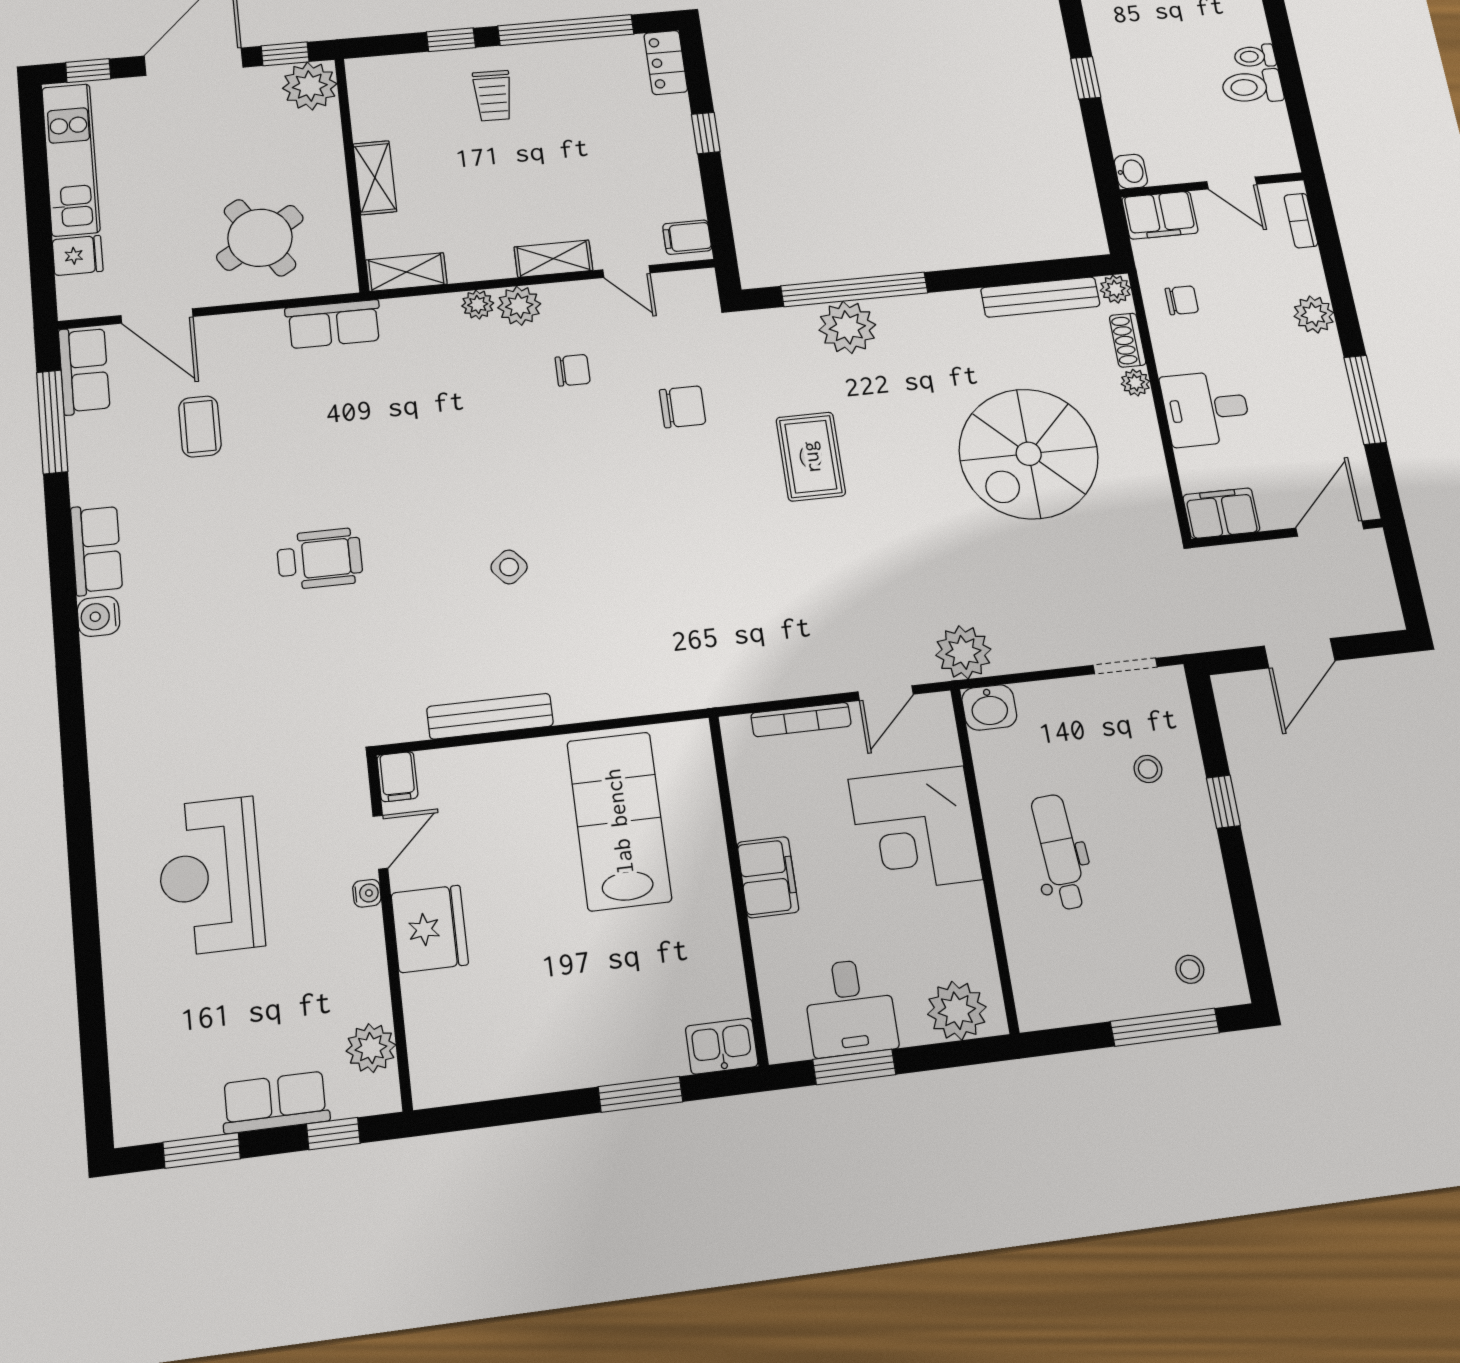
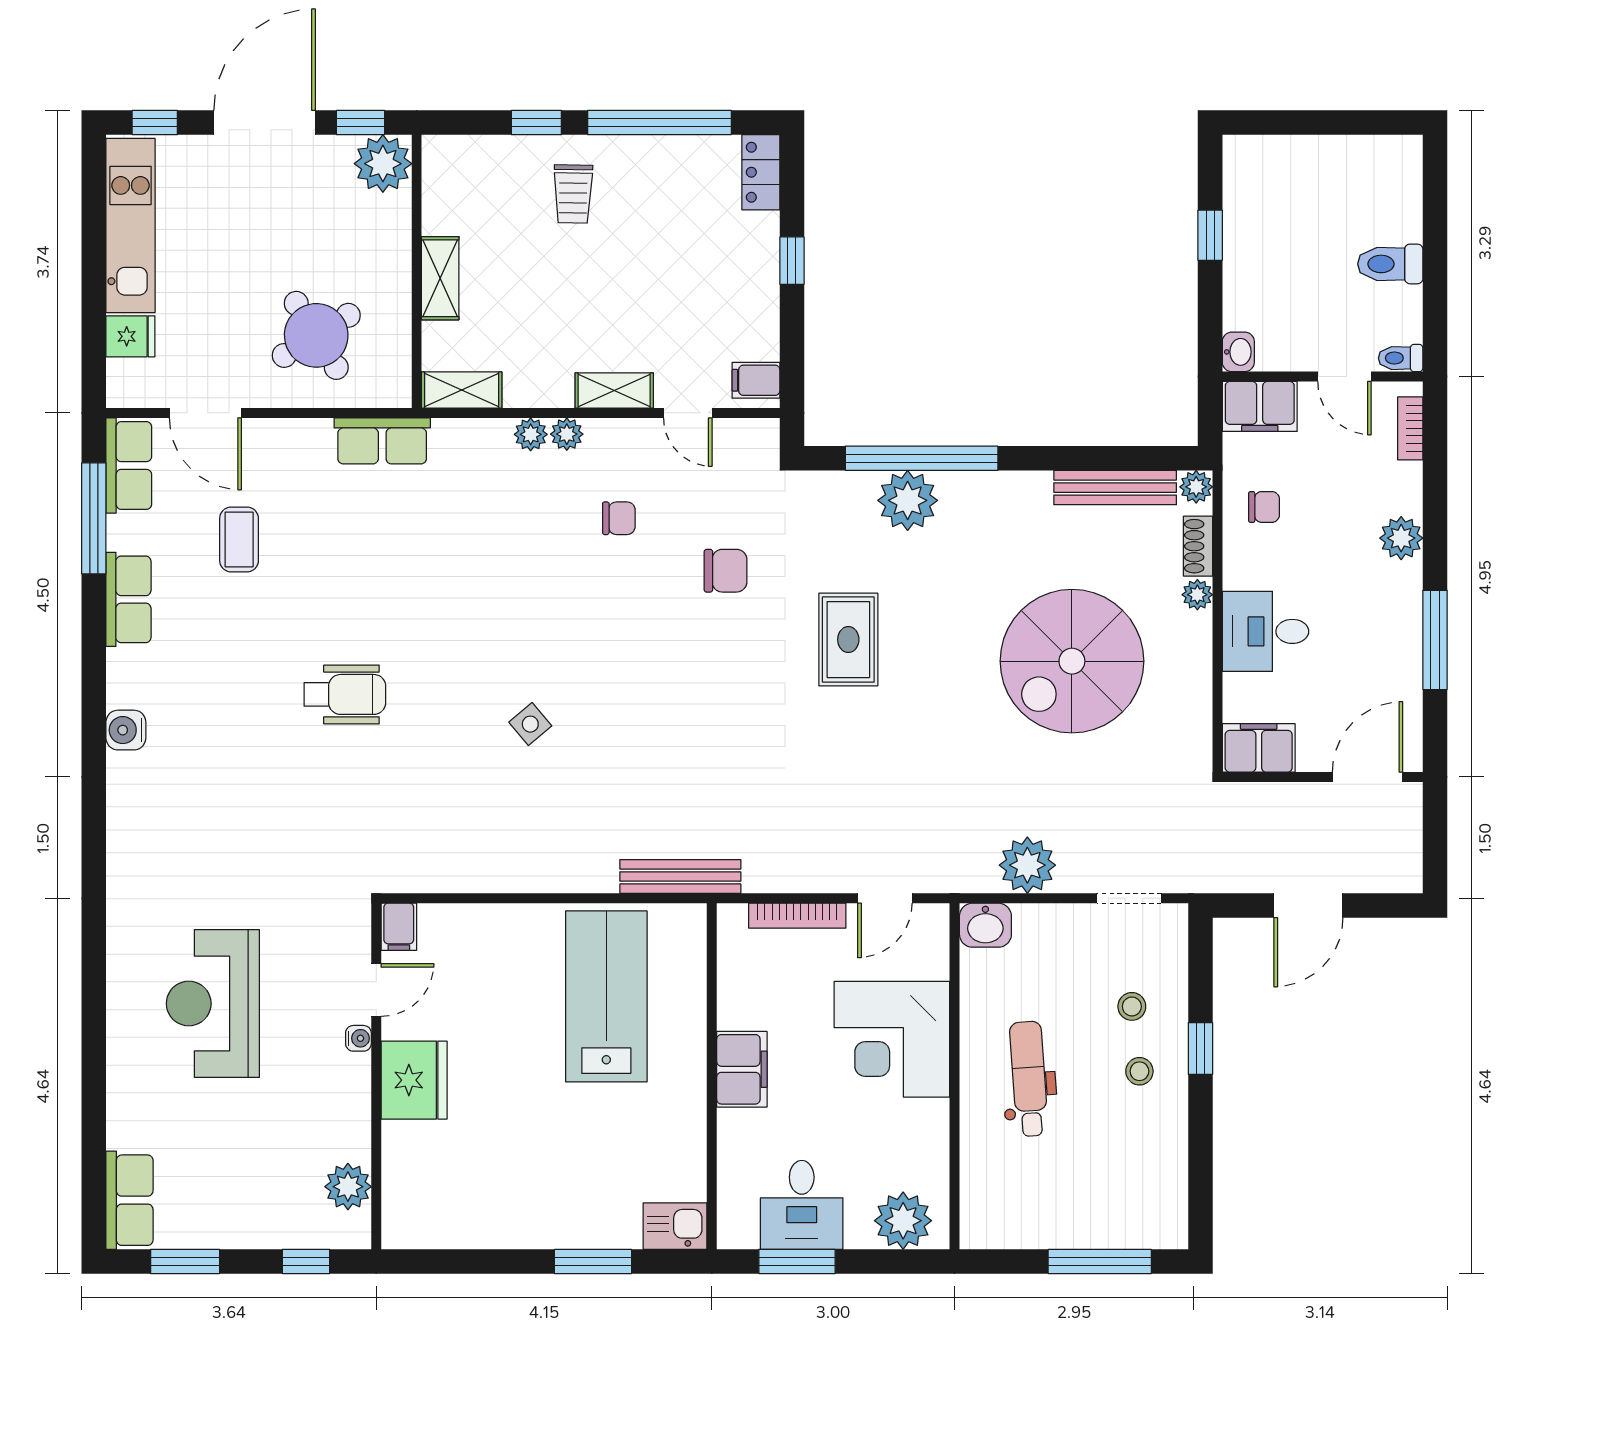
toilet: (1255, 56) -> (1401, 358), moved
plant: (519, 306) -> (567, 434), width x0.73, depth x0.73
row of seats: (96, 549) -> (128, 599), moved
plant: (963, 652) -> (1027, 865), moved
bench: (490, 716) -> (680, 877), moved
stool: (1190, 969) -> (1139, 1071), moved
row of seats: (275, 1102) -> (130, 1200), moved, turned 90

